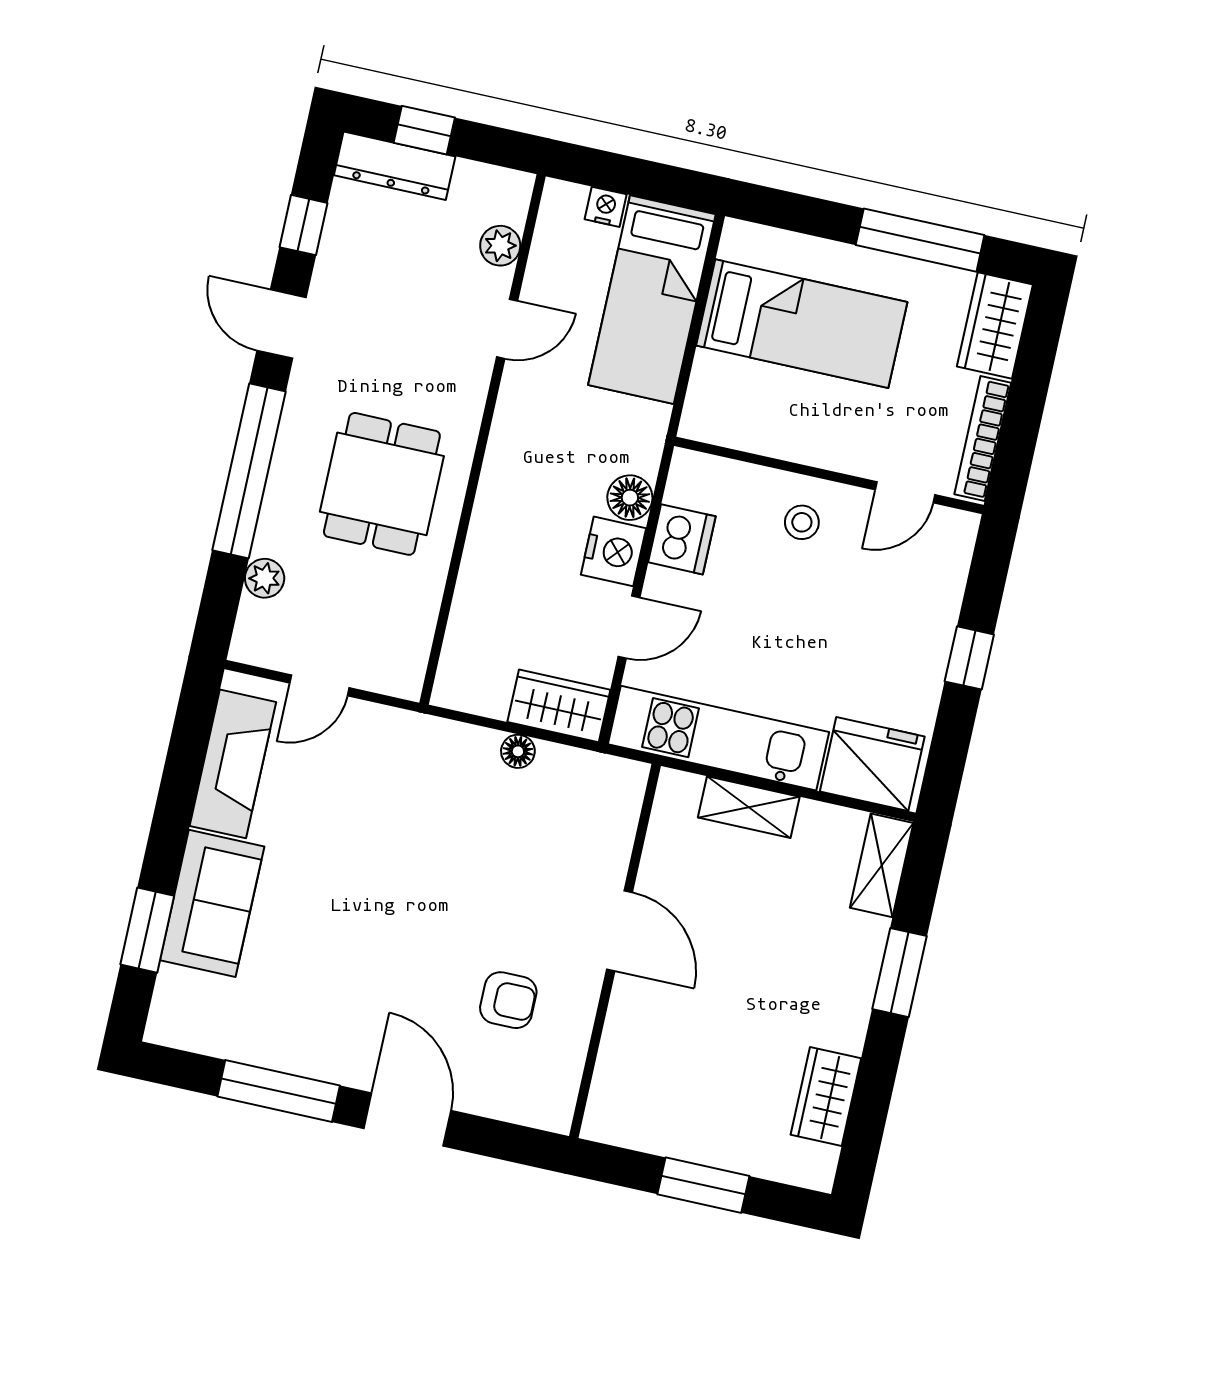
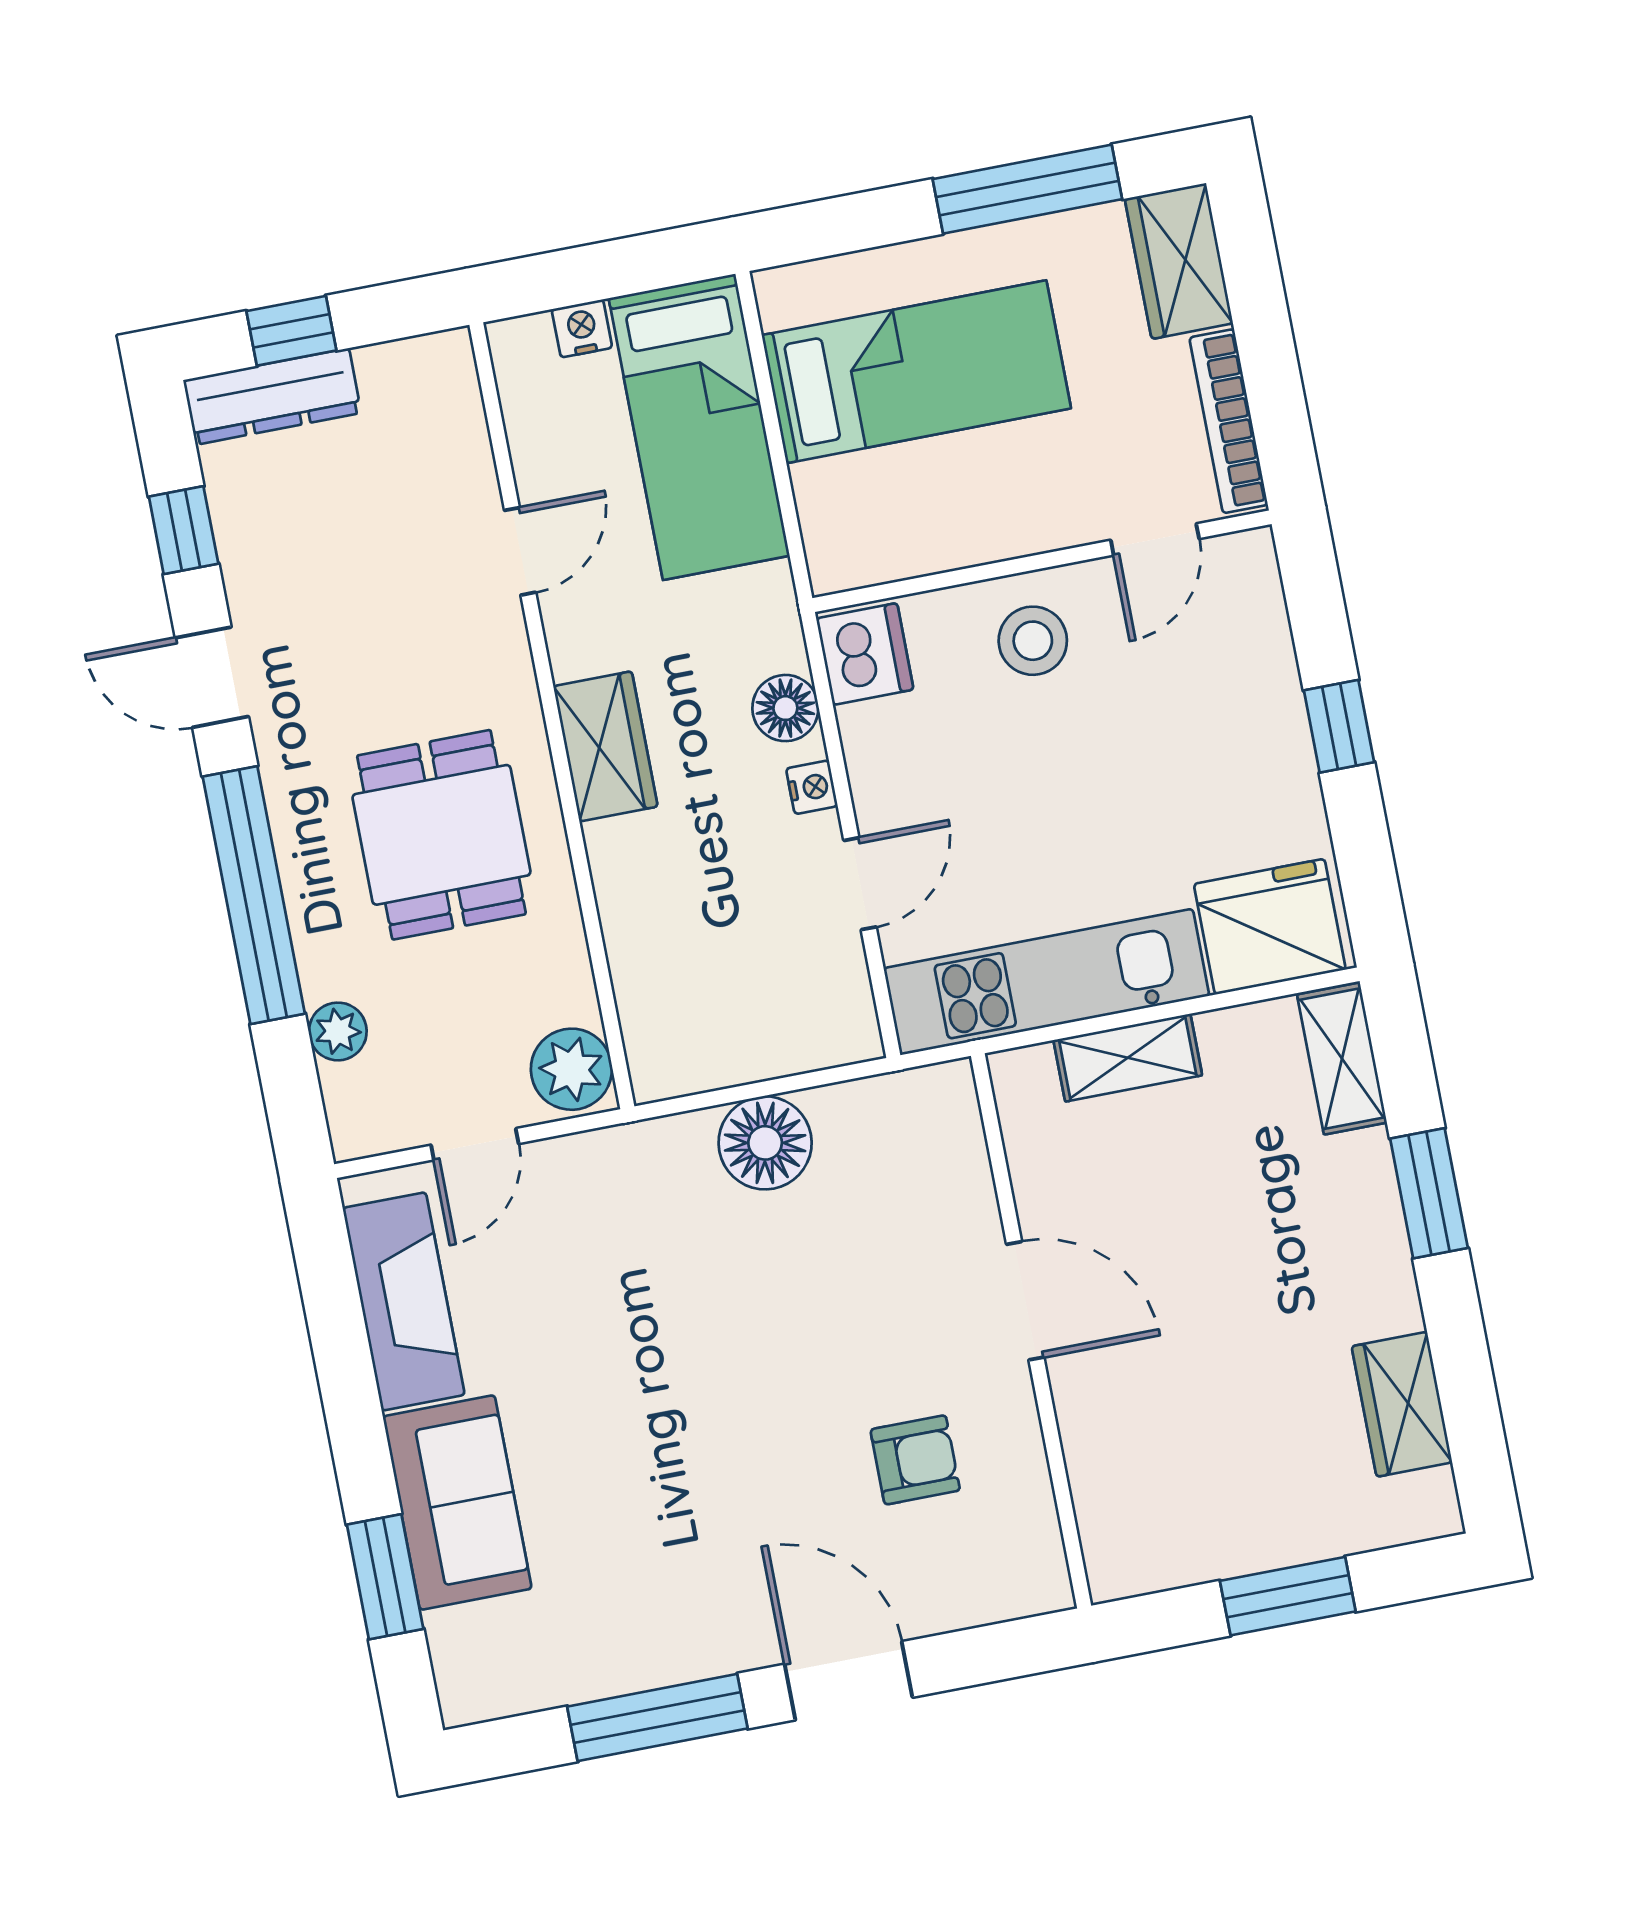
plant: (500, 246) -> (571, 1069), moved, width x1.38, depth x1.38
stool: (802, 522) -> (1033, 641), width x1.37, depth x1.37
dishwasher: (682, 539) -> (865, 654), moved
nightstand: (613, 551) -> (812, 787), width x0.53, depth x0.56
wardrobe: (559, 706) -> (605, 746), moved, turned 90
floor lamp: (518, 751) -> (765, 1143), width x1.89, depth x1.89

